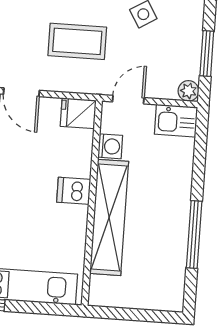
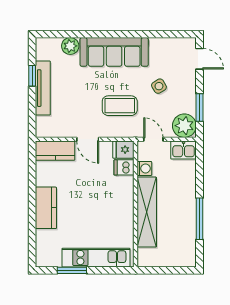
plant: (188, 91) -> (184, 126), width x1.87, depth x1.87
door: (128, 100) -> (153, 139), hinge flipped
dishwasher: (74, 191) -> (124, 167), moved

